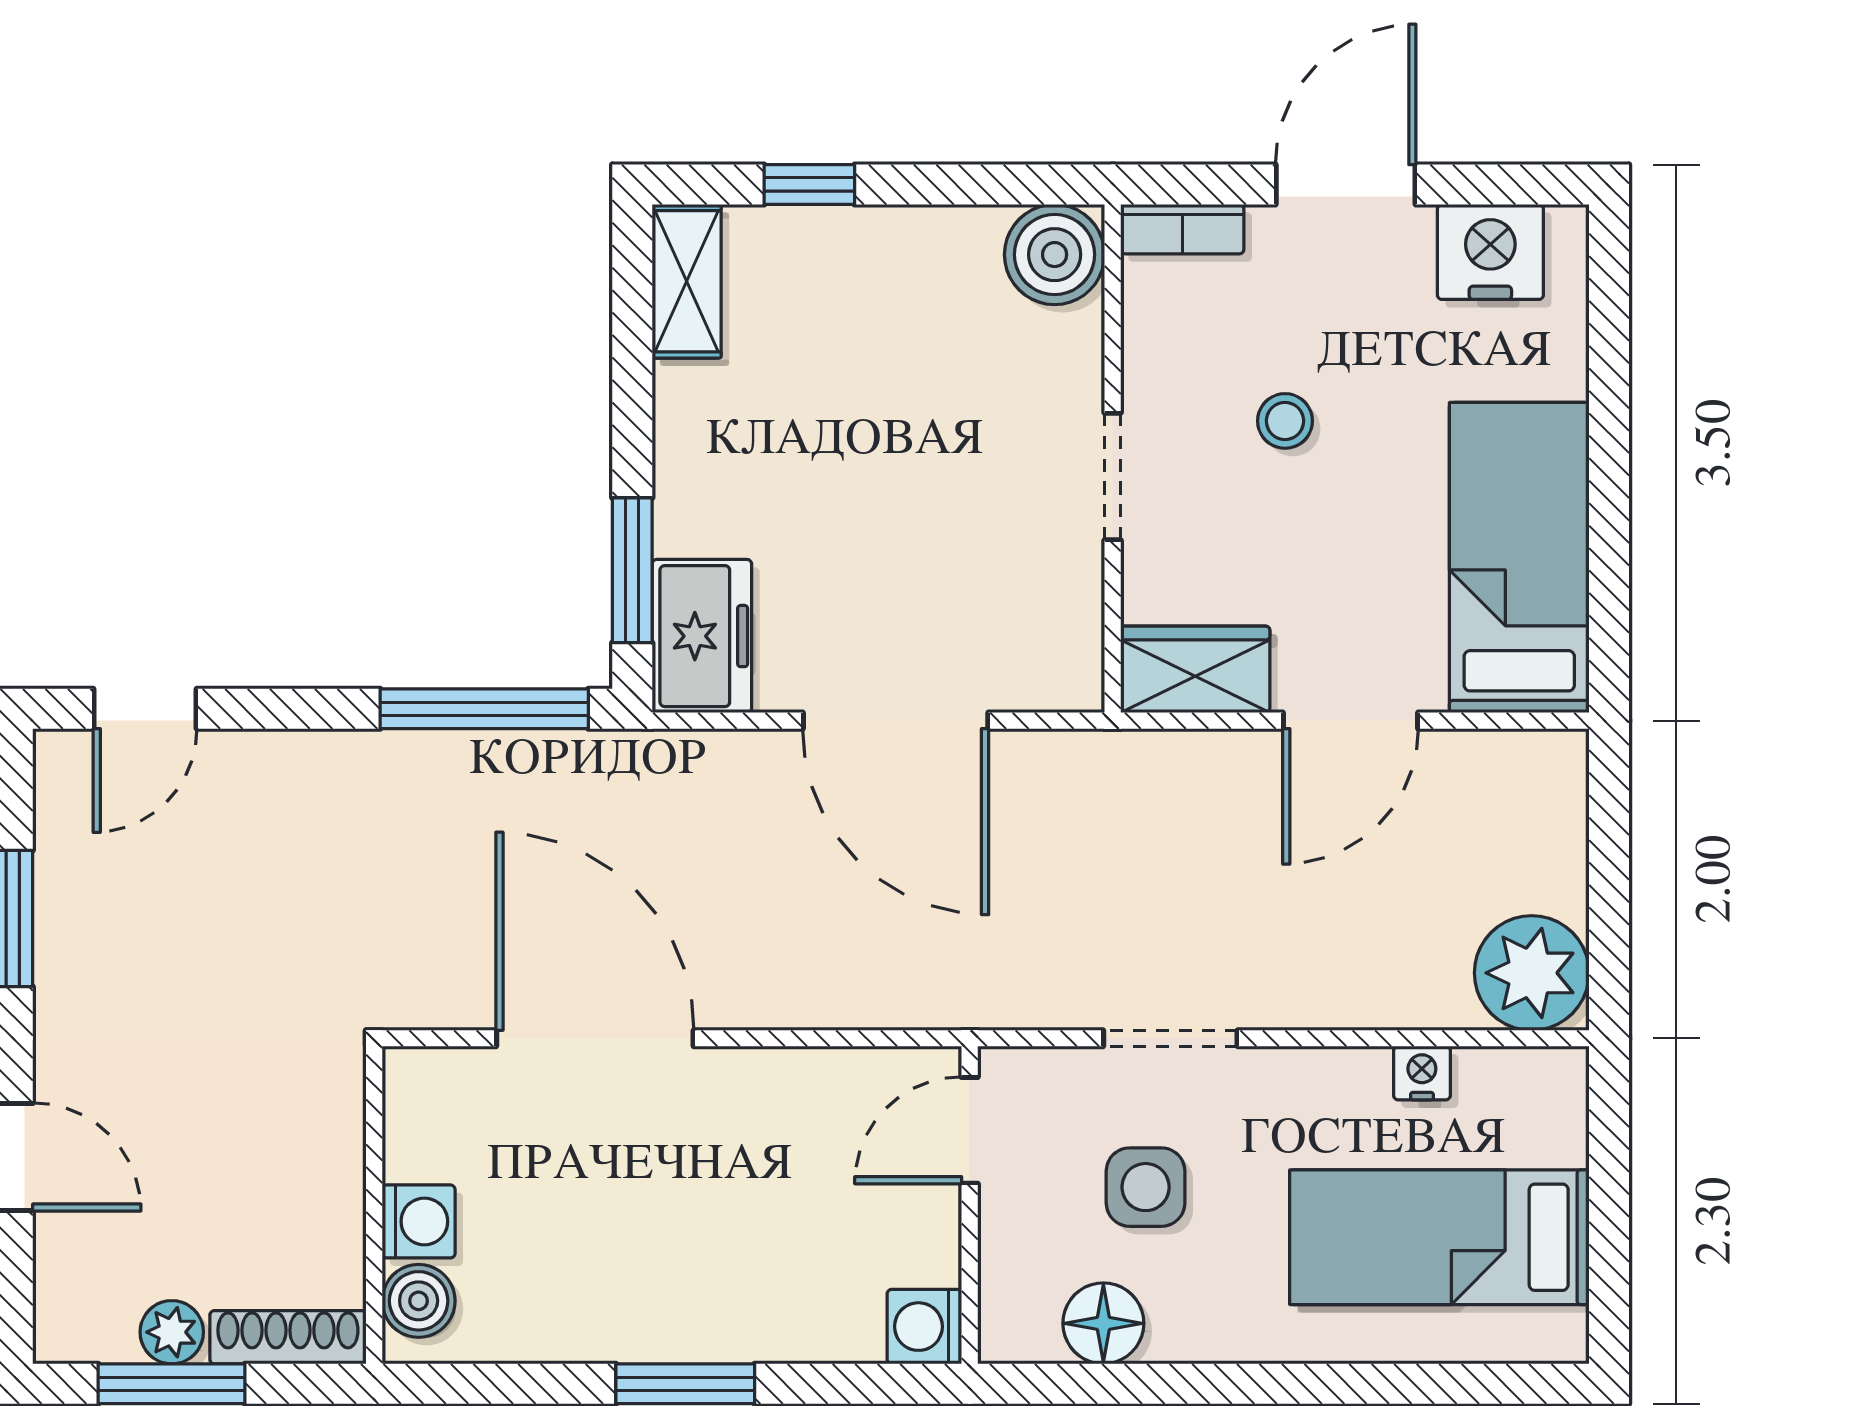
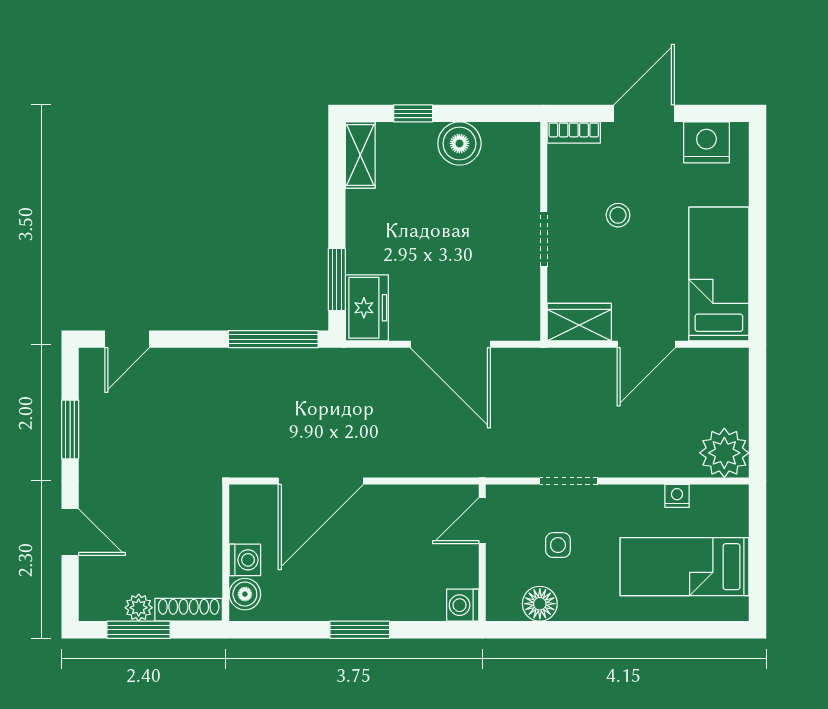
boiler: (1055, 255) -> (459, 143), moved
door: (595, 1038) -> (321, 481), swing flipped
side table: (1146, 1187) -> (558, 545), width x0.73, depth x0.73

